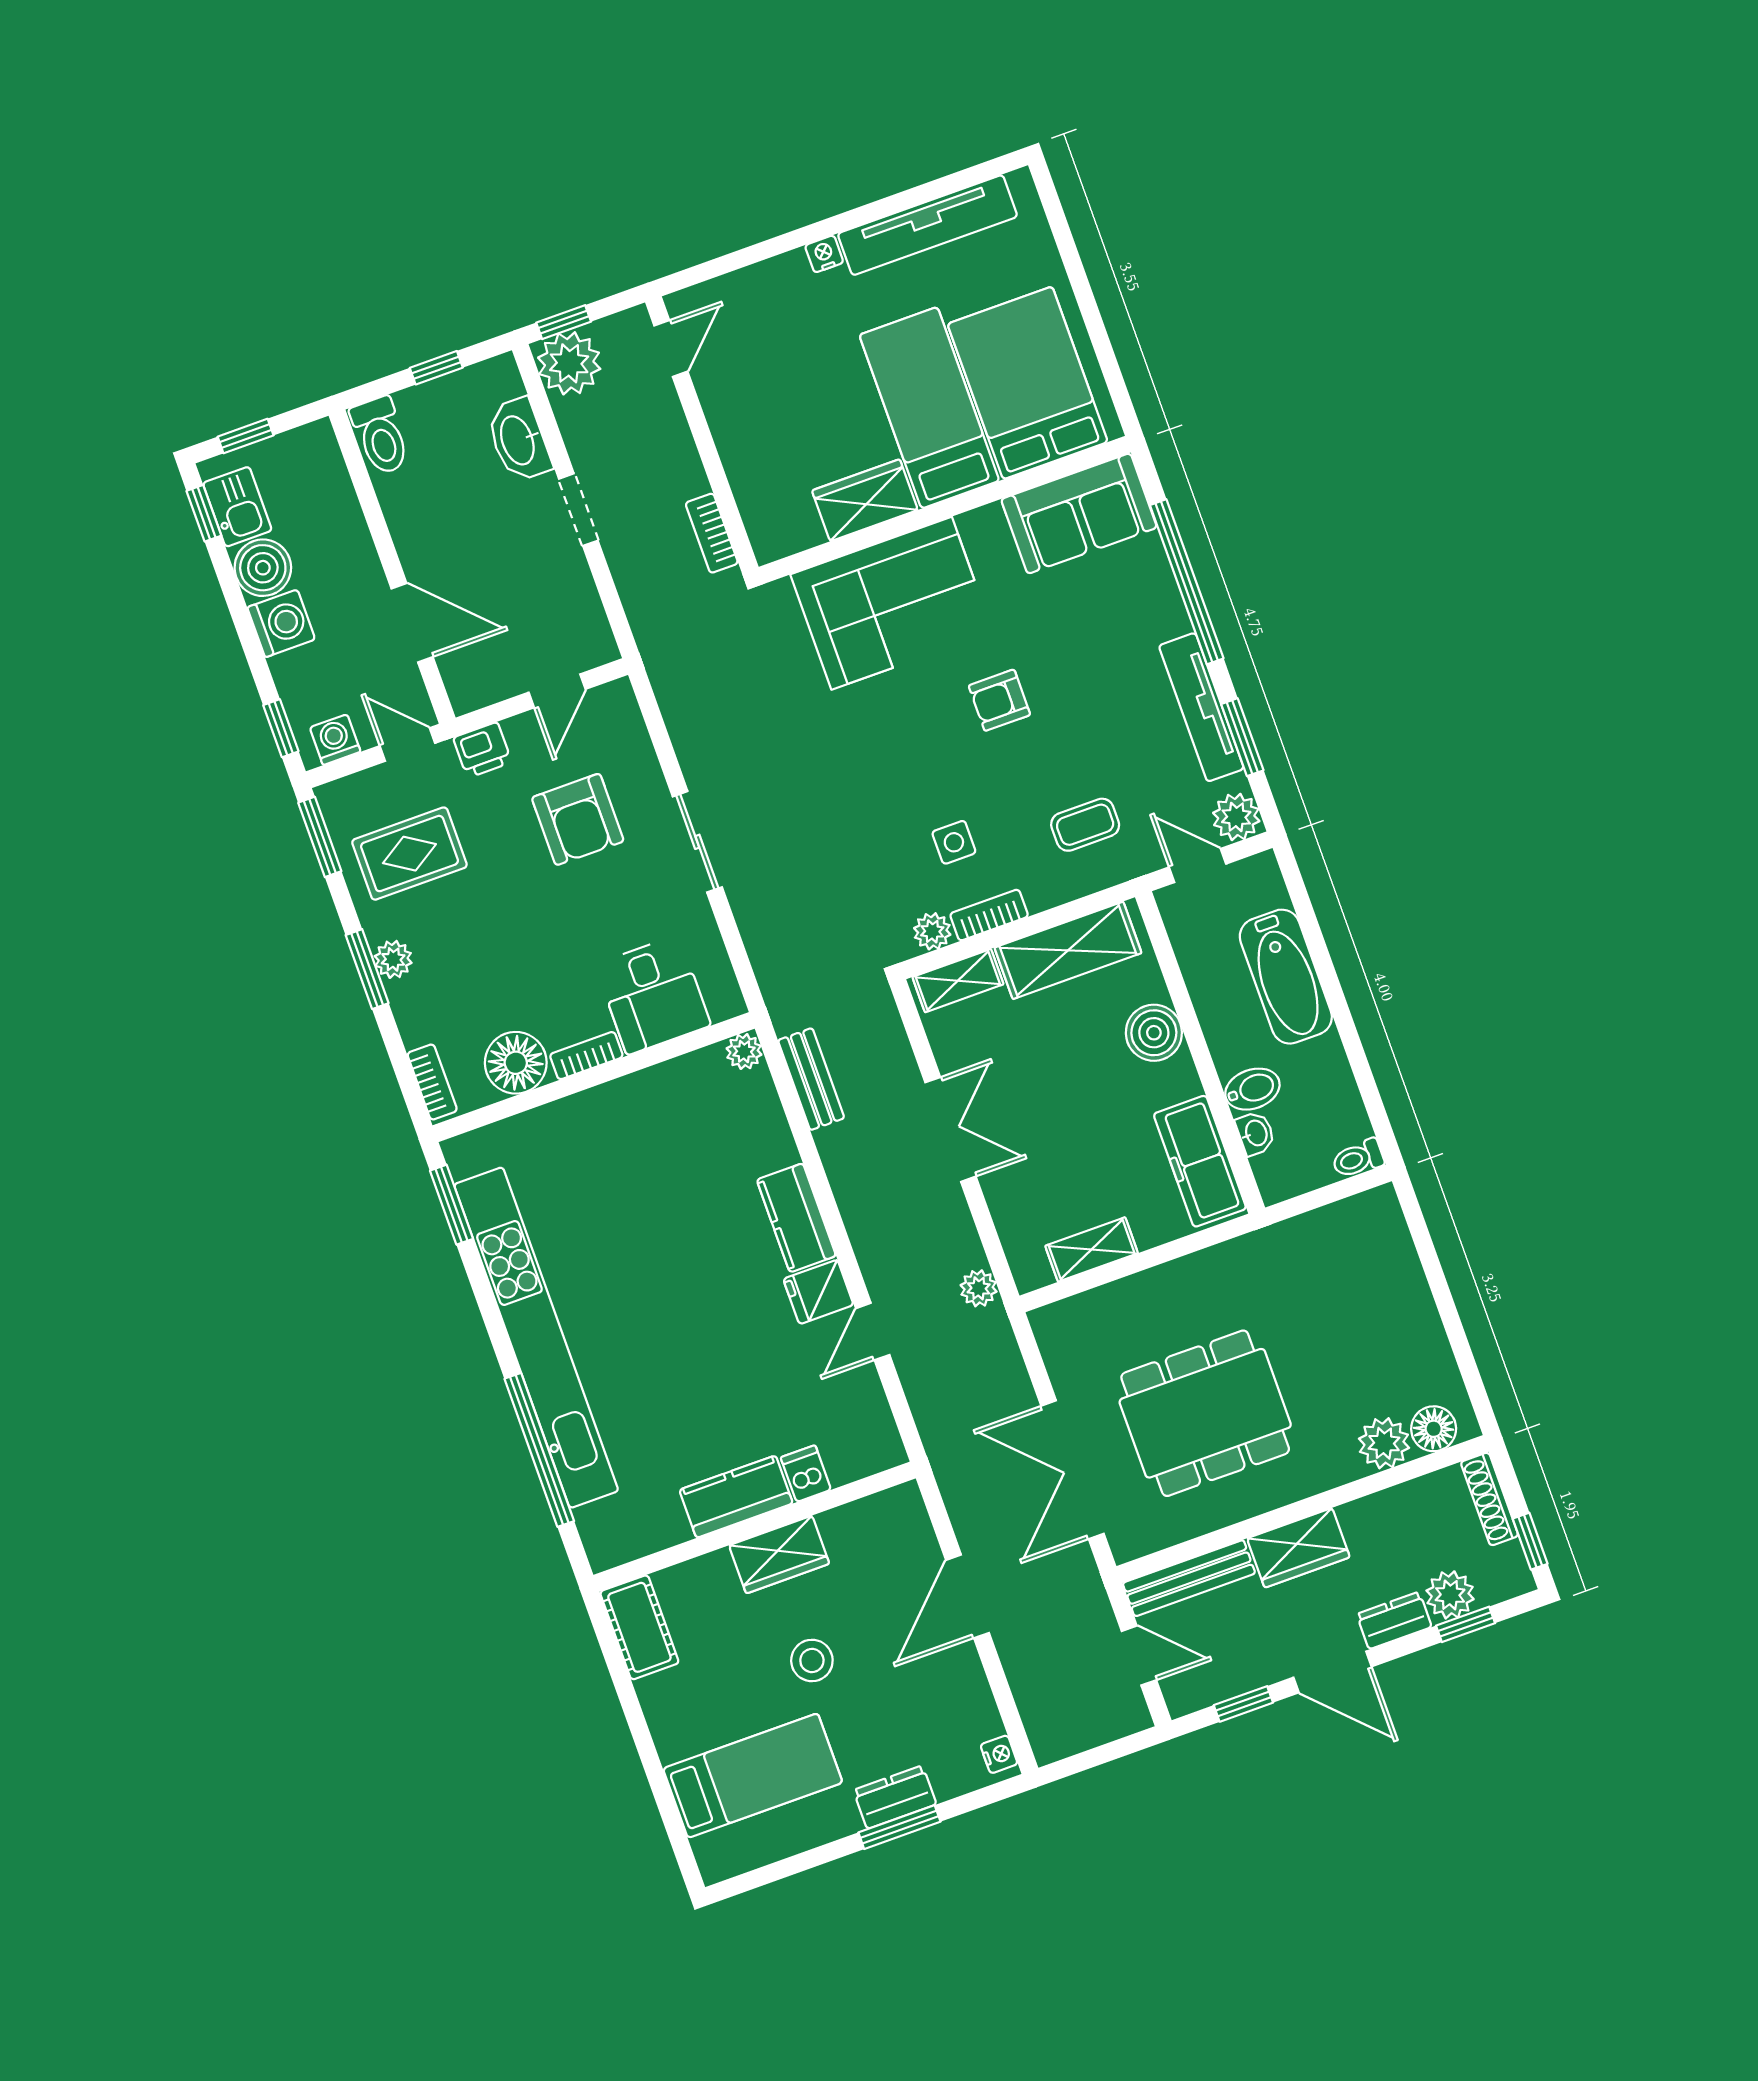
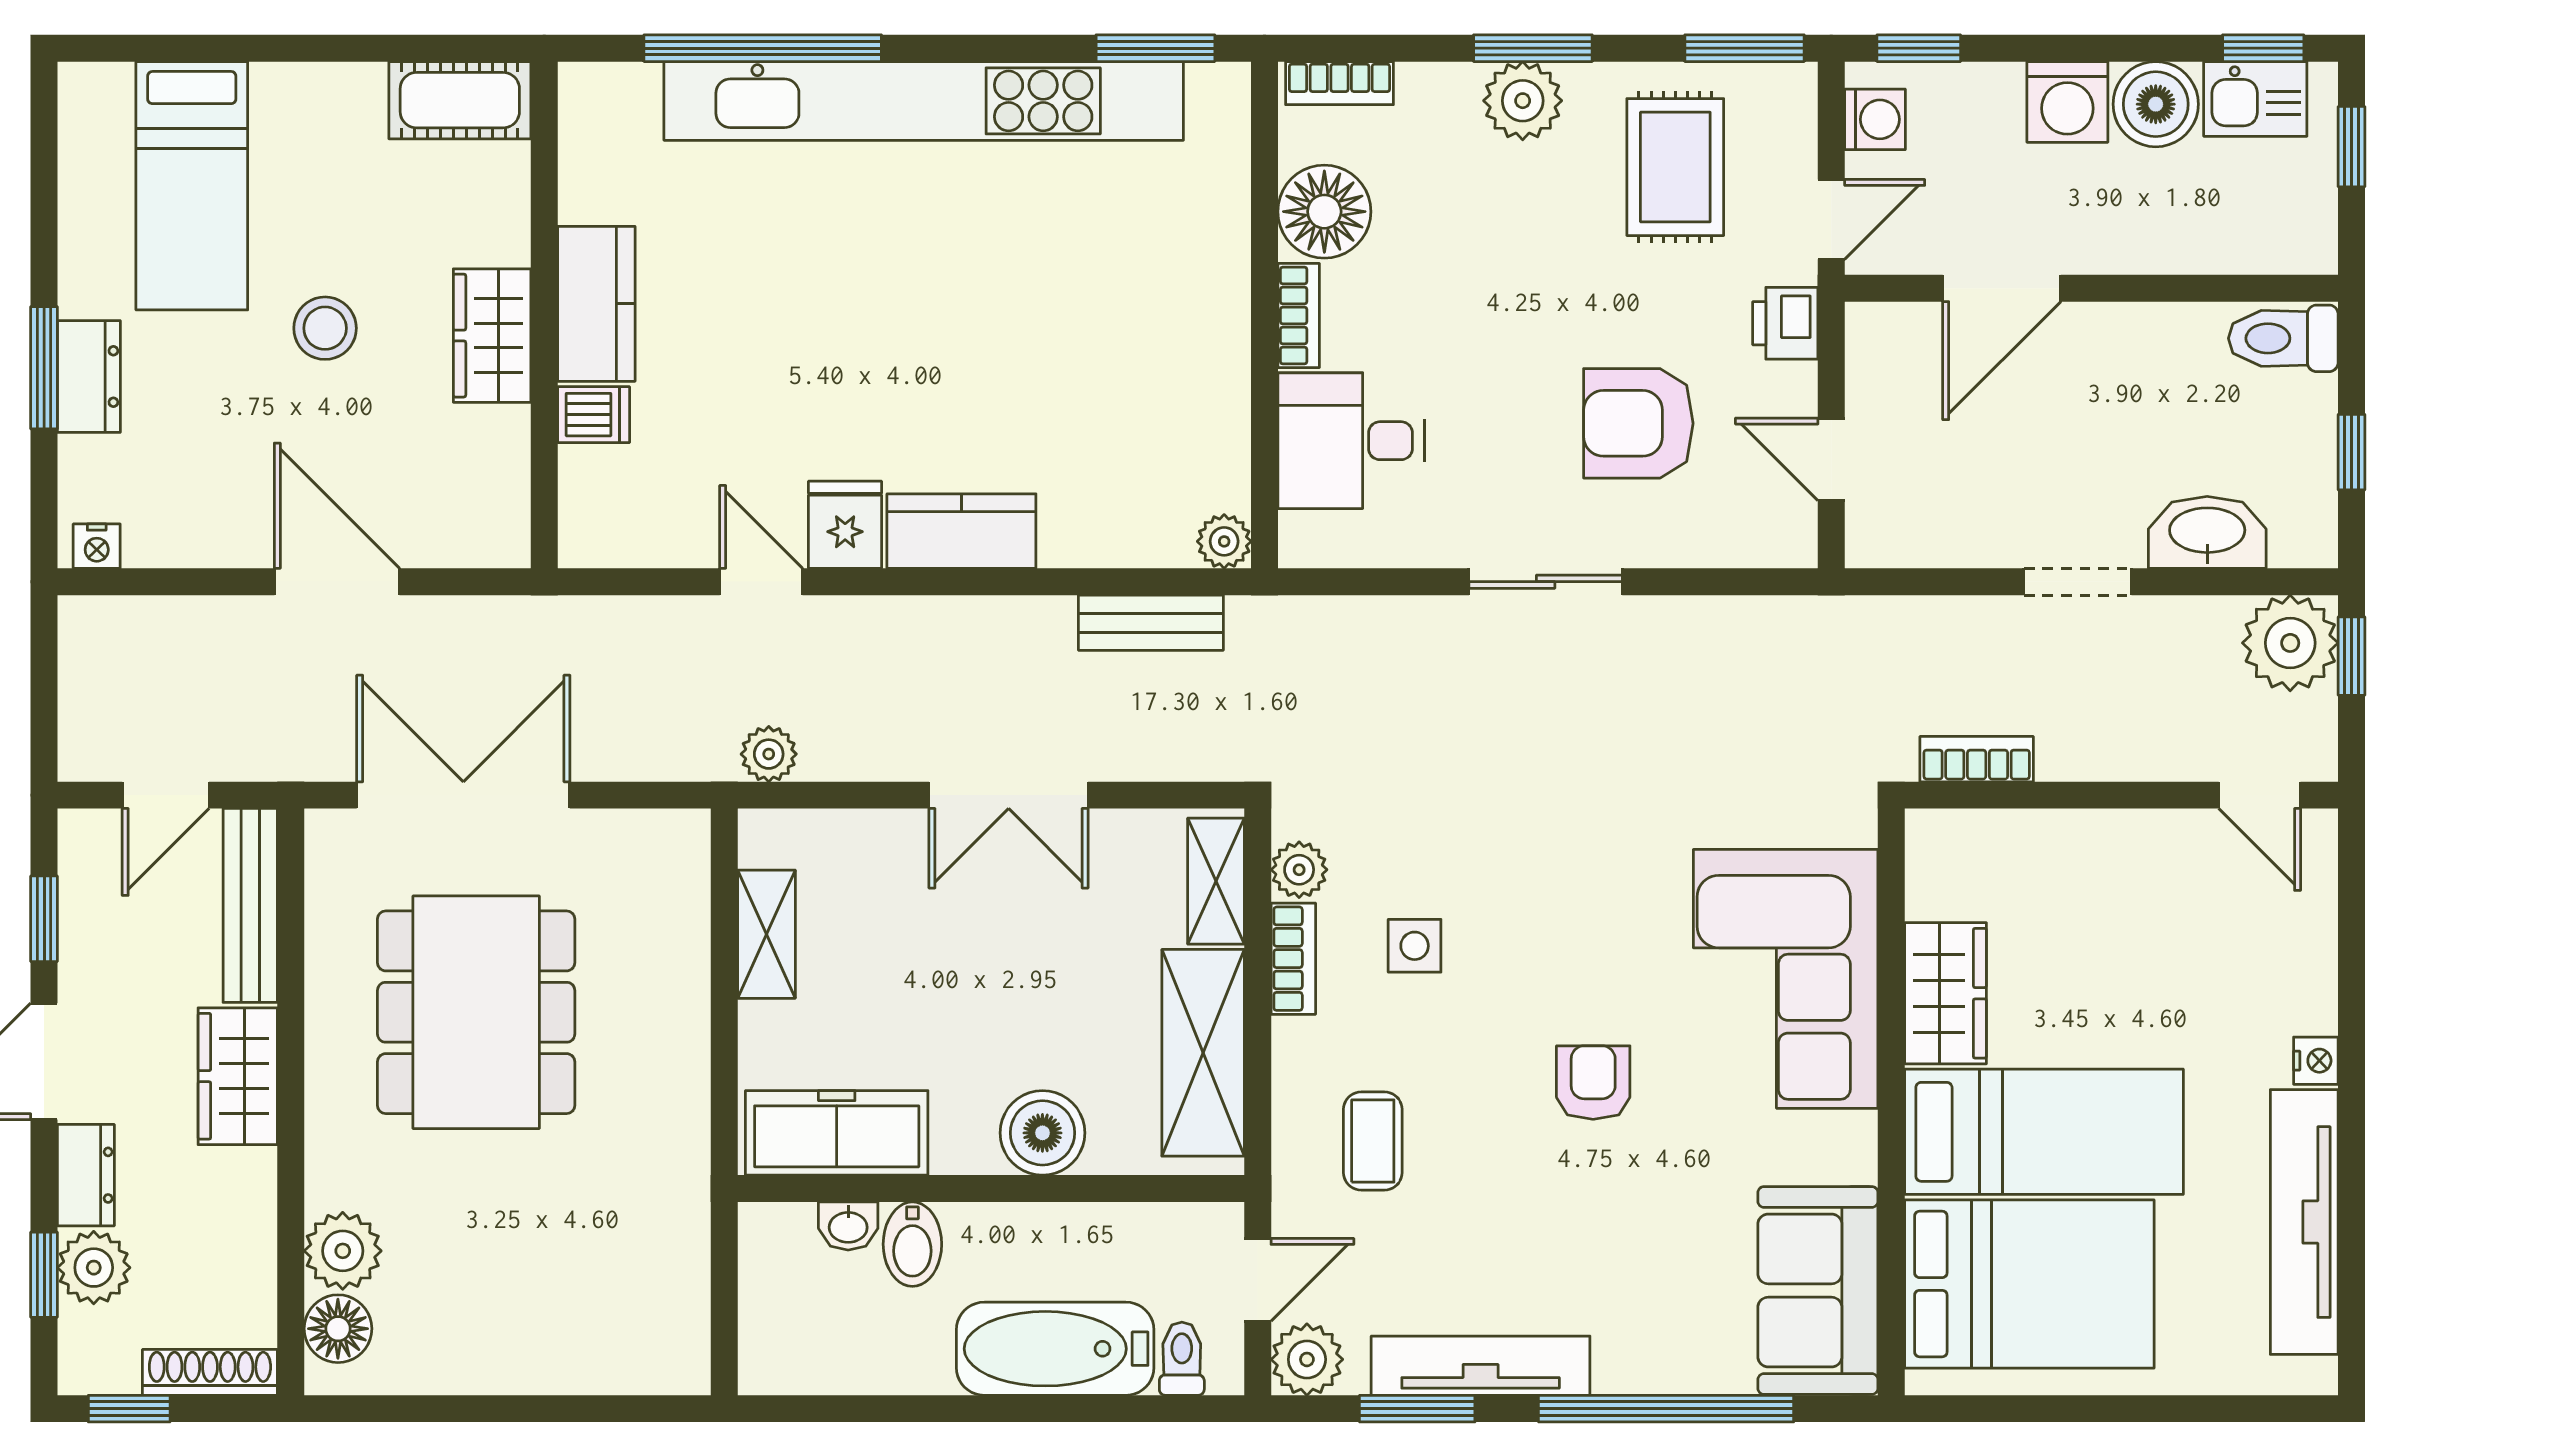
plant: (393, 959) -> (1523, 101), width x1.38, depth x1.38
toilet: (1358, 1159) -> (1182, 1359), moved

